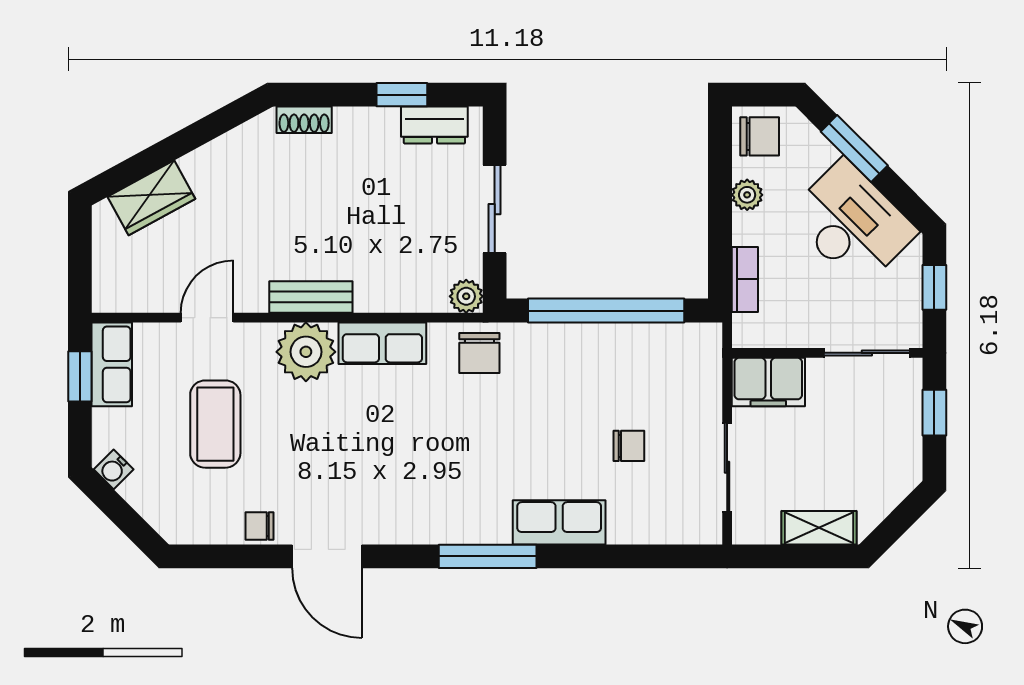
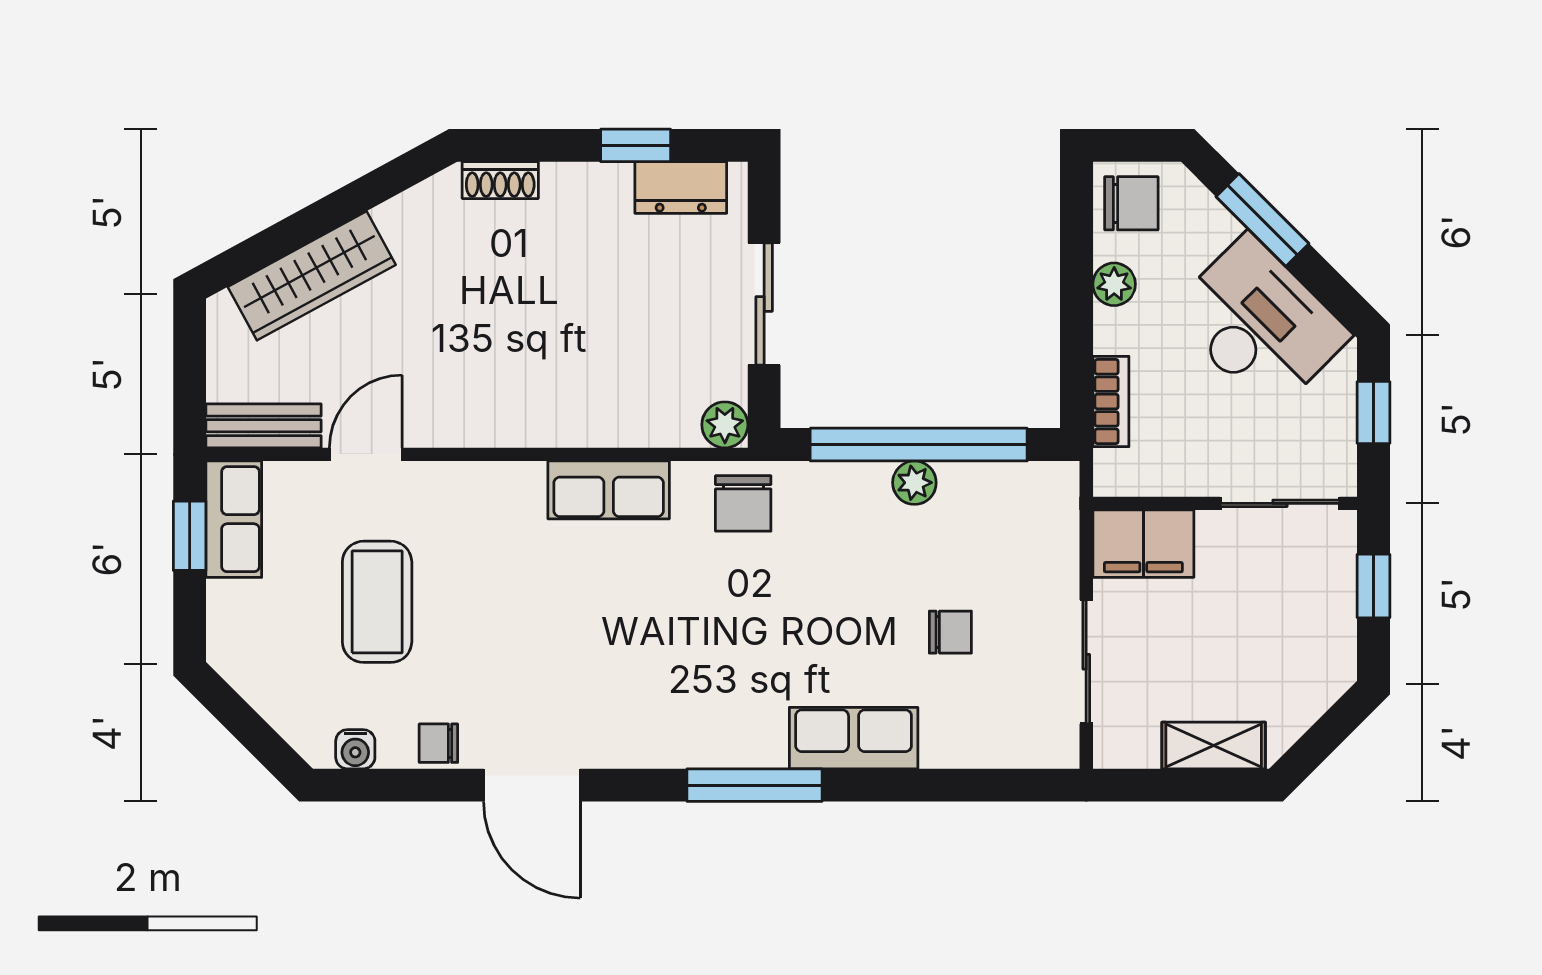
wardrobe: (151, 198) -> (312, 276), width x1.50
bench: (311, 297) -> (264, 426), moved
plant: (306, 352) -> (914, 483), moved, width x0.53, depth x0.53
water cooler: (114, 469) -> (355, 749), moved, turned -45

